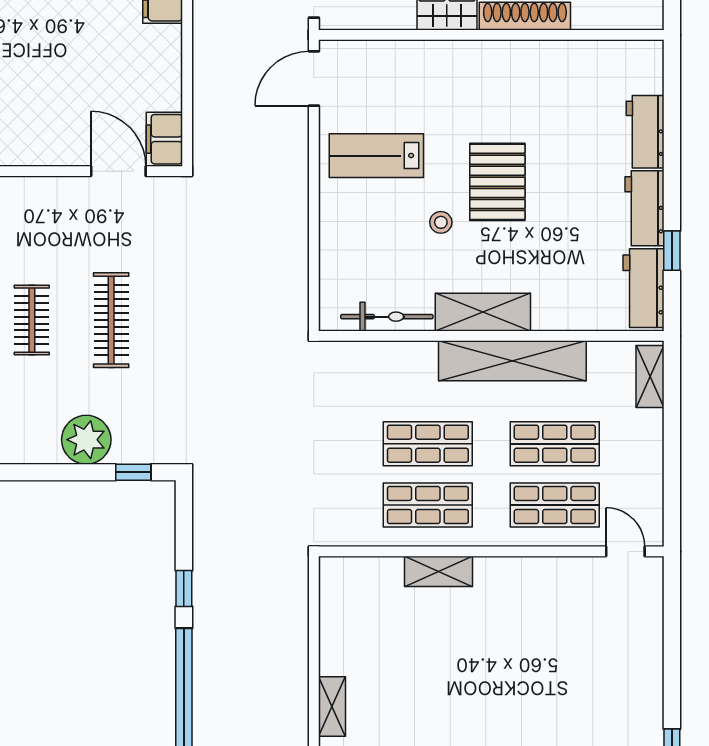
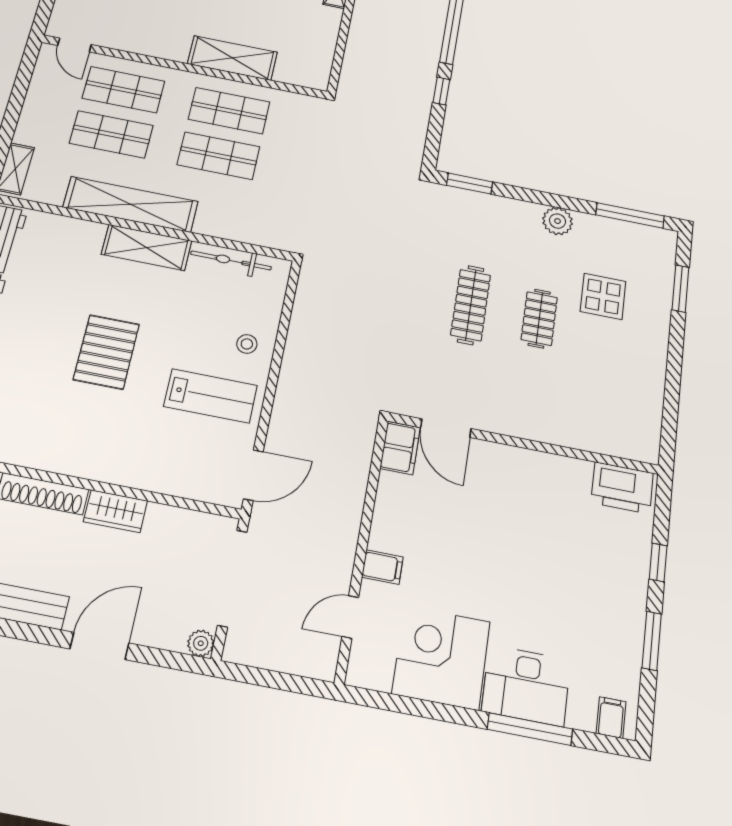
stool: (441, 222) -> (247, 344), moved
plant: (86, 440) -> (558, 221), moved, width x0.73, depth x0.73
window: (133, 472) -> (470, 184), width x1.50
shelving: (439, 571) -> (232, 58), width x1.50, depth x1.33

